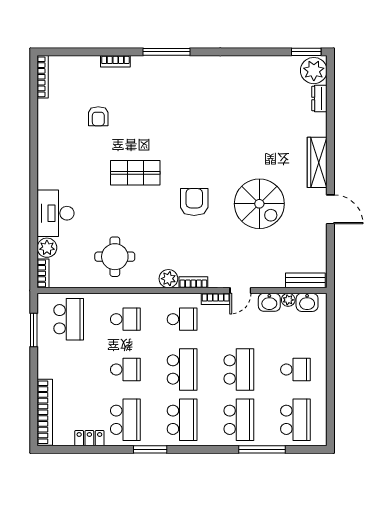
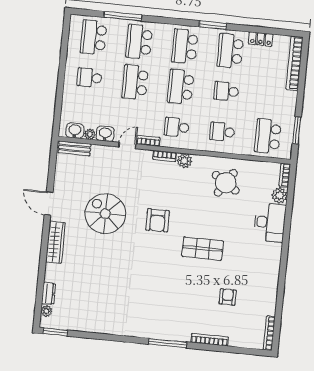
bookcase: (115, 61) -> (210, 340), width x1.56
plant: (314, 71) -> (46, 311), width x0.53, depth x0.53
round table: (115, 257) -> (226, 183), turned 33

